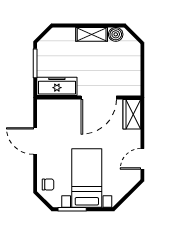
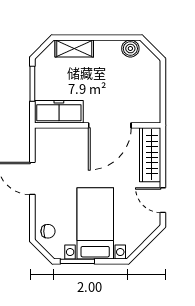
shelving: (92, 34) -> (74, 49), moved
wardrobe: (132, 114) -> (150, 155), width x1.50
door: (142, 159) -> (163, 200), hinge flipped

